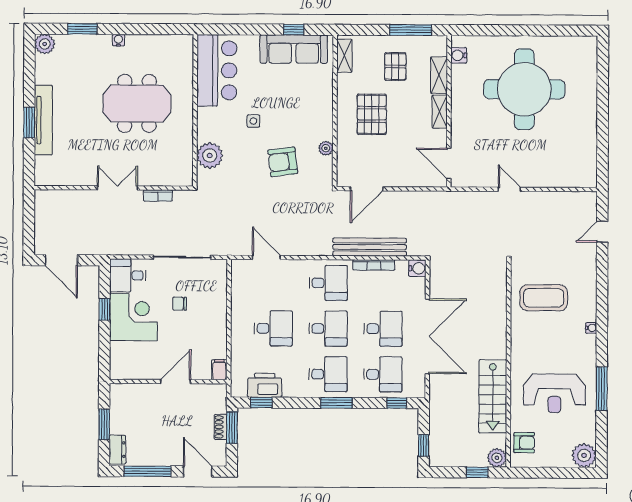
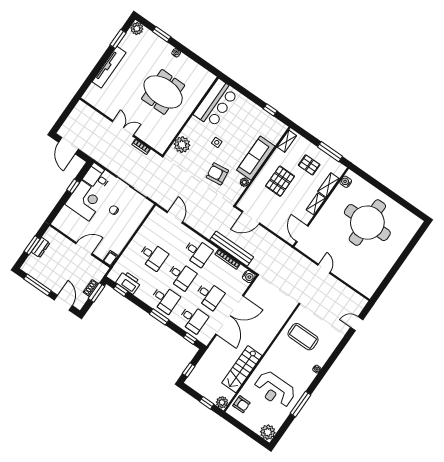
sofa: (294, 49) -> (256, 158), moved, turned 90
pallet: (395, 66) -> (309, 165), turned 90
window: (29, 123) -> (118, 39), moved
dresser: (117, 450) -> (41, 248), moved

